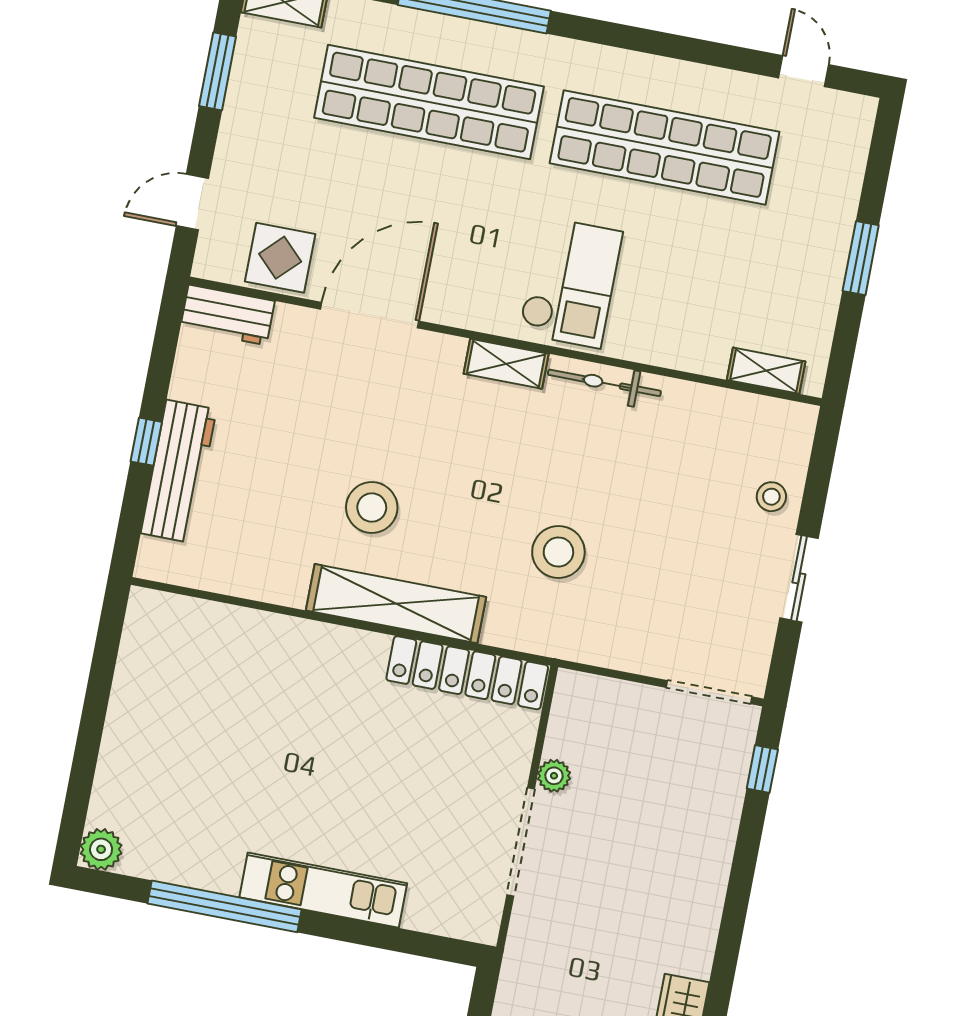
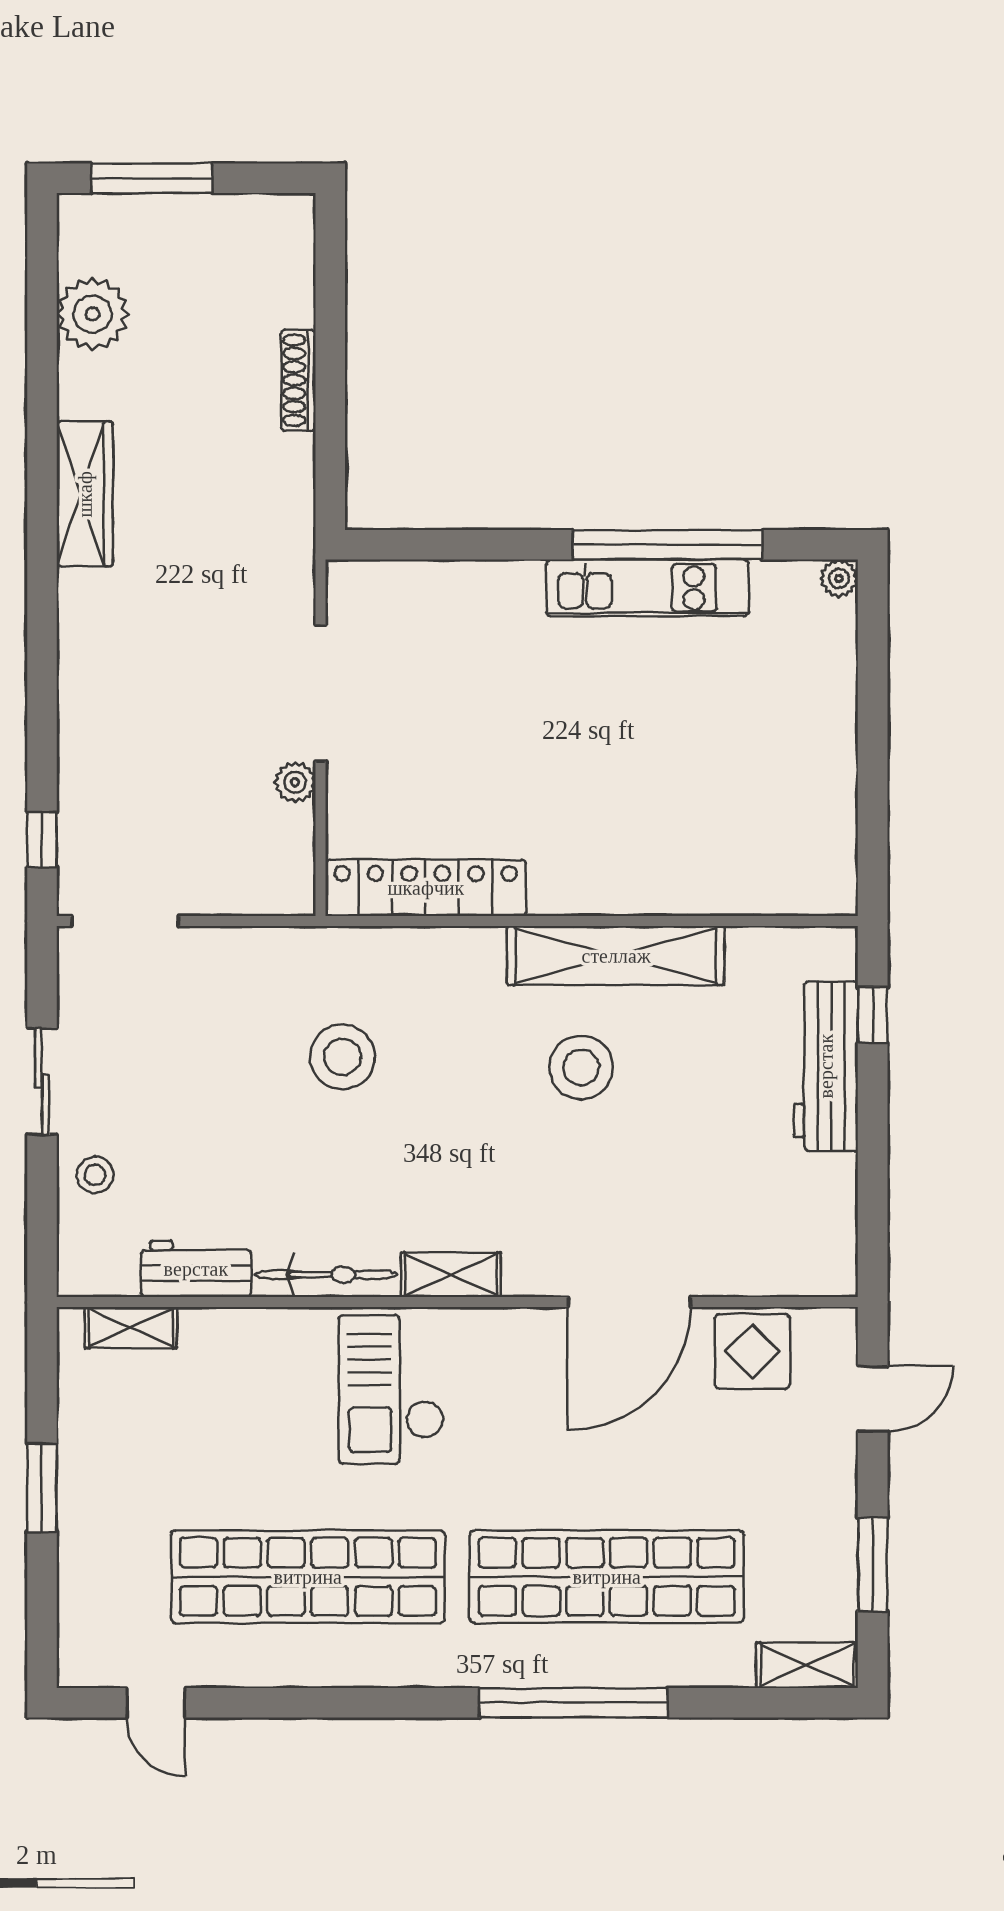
workbench: (227, 315) -> (196, 1269), moved
window: (146, 442) -> (873, 1015), moved
shelving: (396, 604) -> (616, 956), moved
plant: (101, 849) -> (839, 578), width x0.73, depth x0.73
kitchen unit: (323, 890) -> (648, 588), moved

